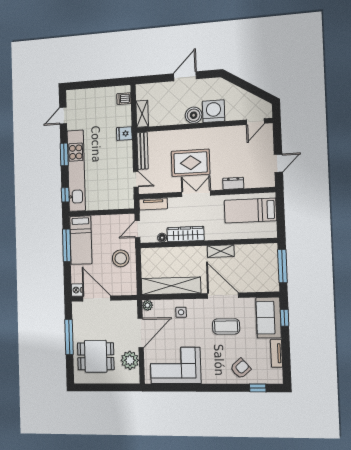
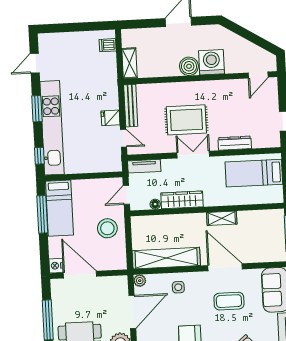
fridge: (124, 134) -> (111, 118), moved
dresser: (233, 183) -> (235, 143), width x1.44

